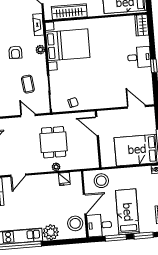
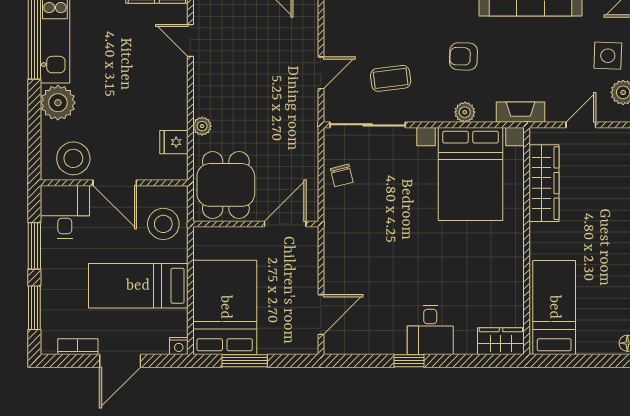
dining table: (54, 142) -> (226, 185), moved, turned 90
bed: (127, 212) -> (138, 286), moved, turned 180

